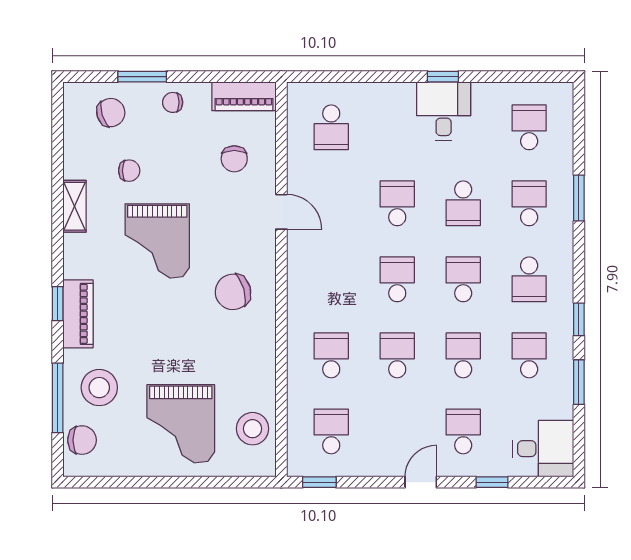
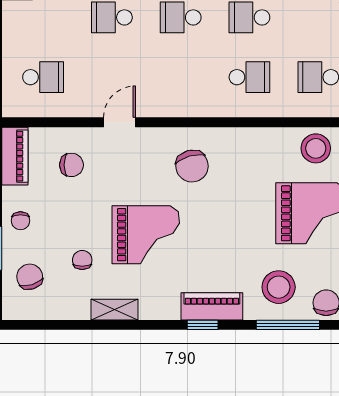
school desk: (331, 355) -> (249, 77), turned 180

